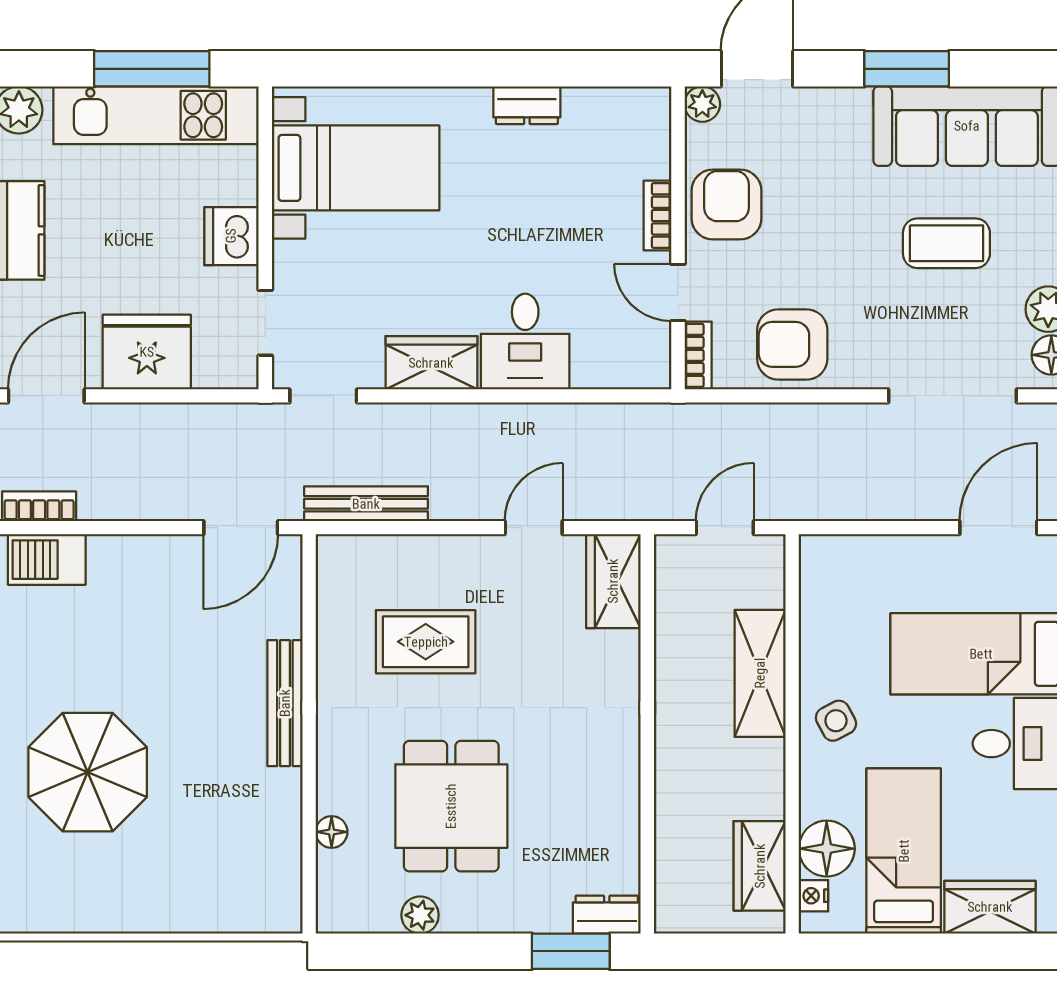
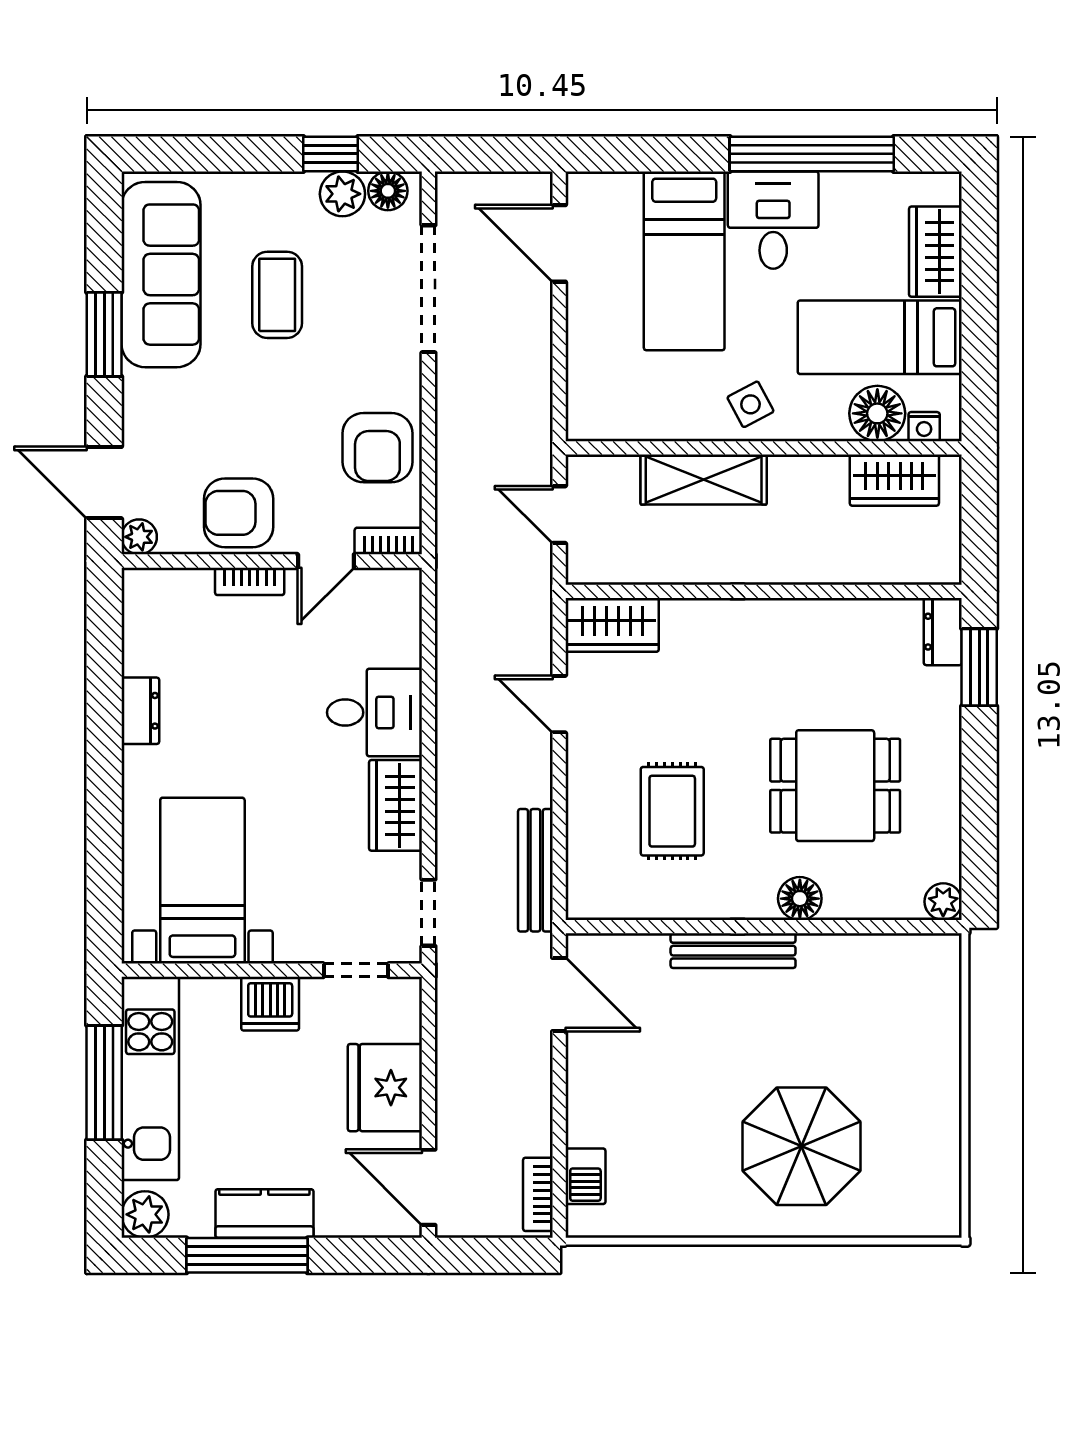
barbecue: (47, 560) -> (585, 1176), width x0.73, depth x0.79
floor lamp: (332, 832) -> (800, 899), moved, width x1.37, depth x1.37
plant: (420, 915) -> (943, 902), moved

